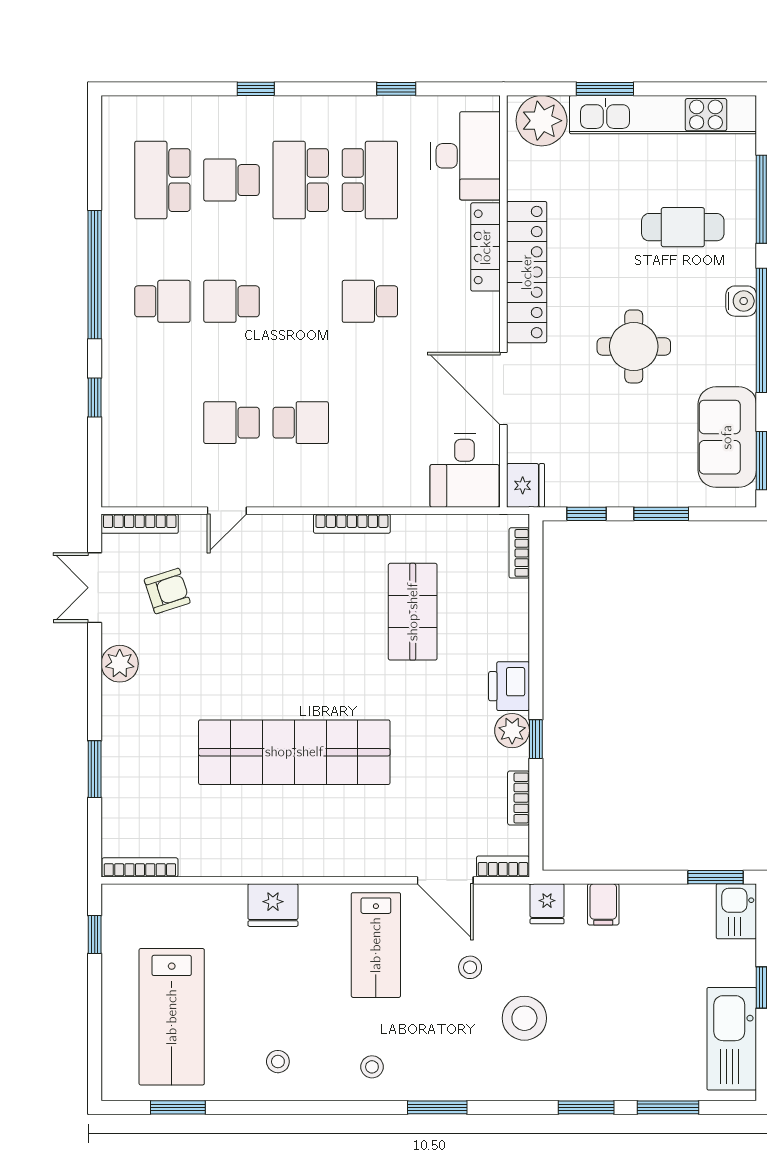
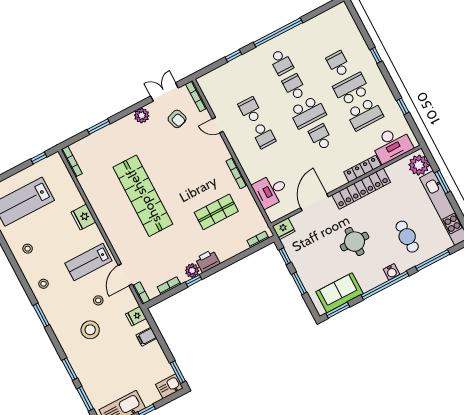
school desk: (162, 180) -> (308, 112), moved, turned 180
desk: (465, 470) -> (271, 191), moved

